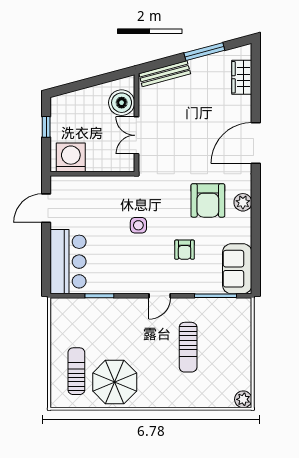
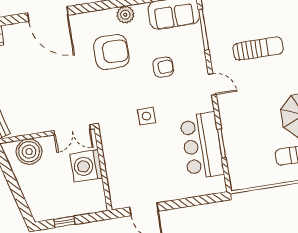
double door: (136, 135) -> (72, 130), moved
washing machine: (71, 157) -> (86, 166), moved
plant: (243, 202) -> (125, 15), moved
bar counter: (68, 262) -> (202, 146), moved, turned -90

